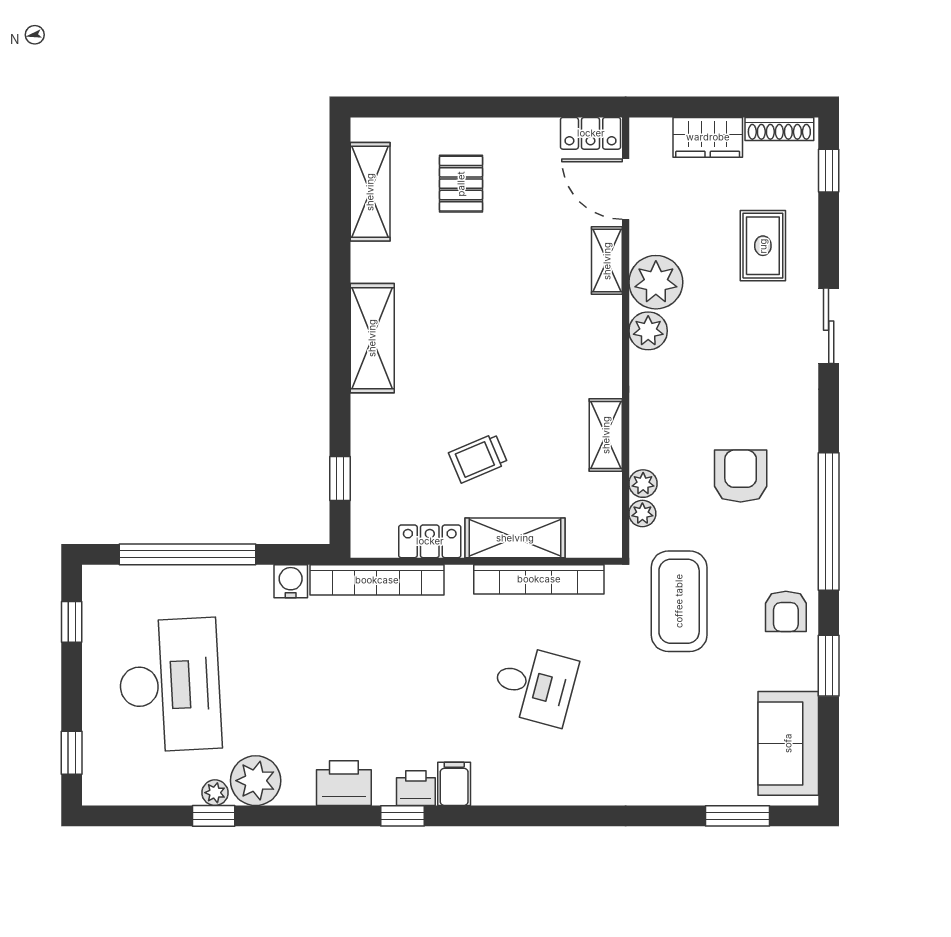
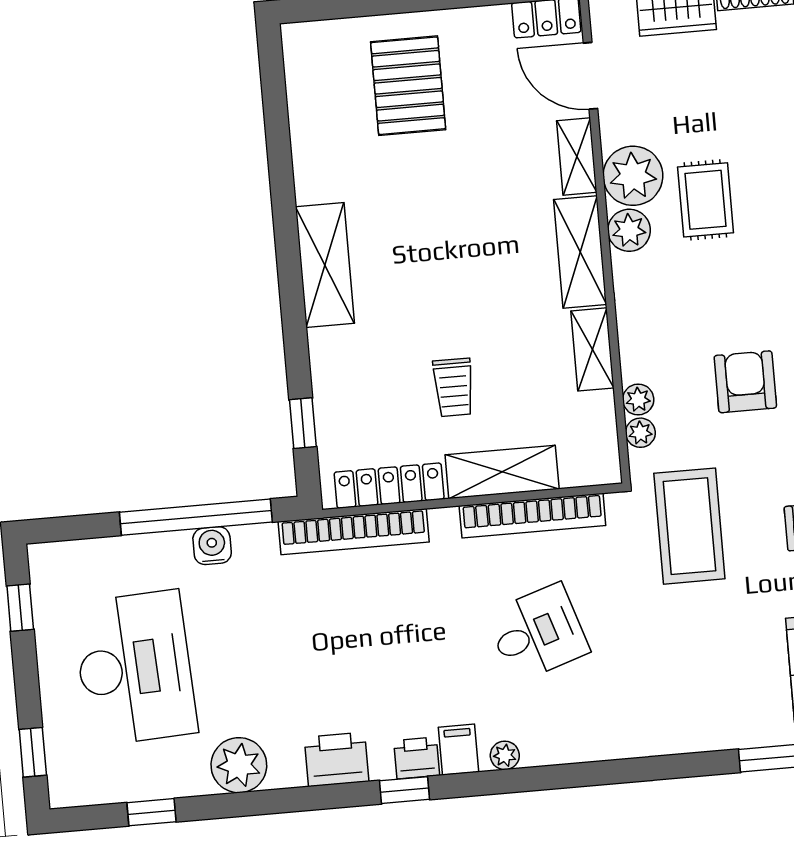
pallet: (461, 184) -> (408, 86), width x1.50, depth x1.42
shelving: (370, 192) -> (580, 252), moved
rug: (763, 246) -> (706, 200), moved
trolley: (478, 458) -> (454, 387), turned -67
locker: (430, 541) -> (389, 486), width x1.53
window: (188, 554) -> (196, 517), moved
water cooler: (291, 581) -> (212, 546), moved
desk: (534, 685) -> (538, 633), turned -33
plant: (215, 793) -> (505, 755), moved
window: (214, 816) -> (151, 812), moved

